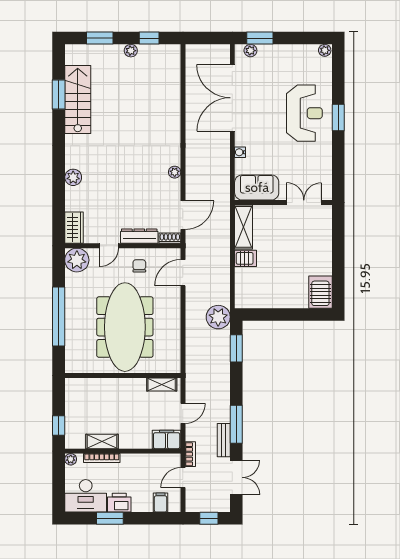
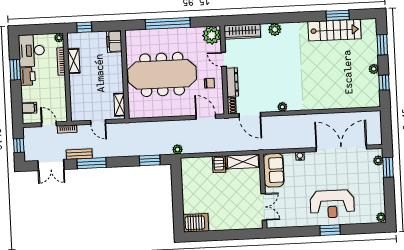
wardrobe: (74, 228) -> (242, 32), width x1.50
plant: (218, 317) -> (177, 149), width x0.53, depth x0.53
filing cabinet: (167, 439) -> (114, 41), moved, turned 180

